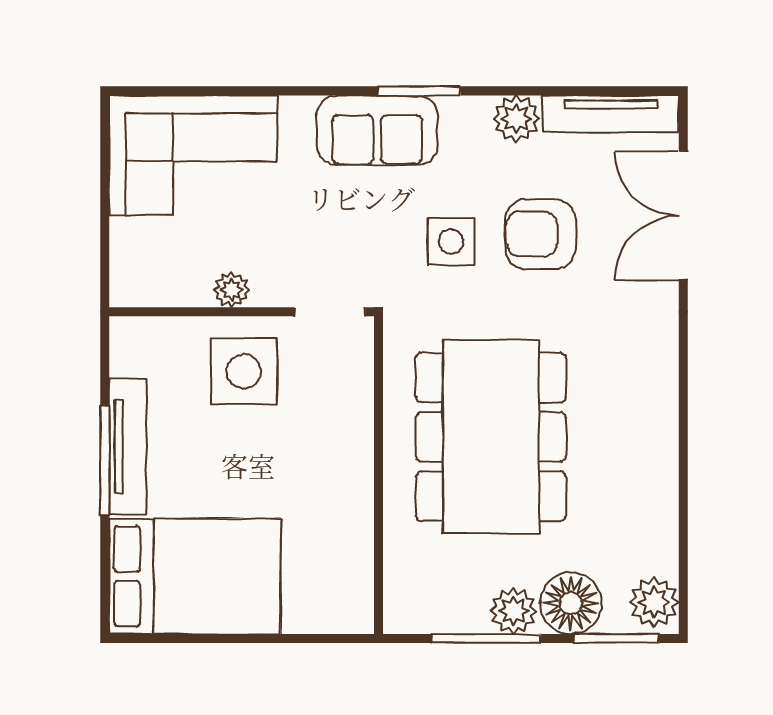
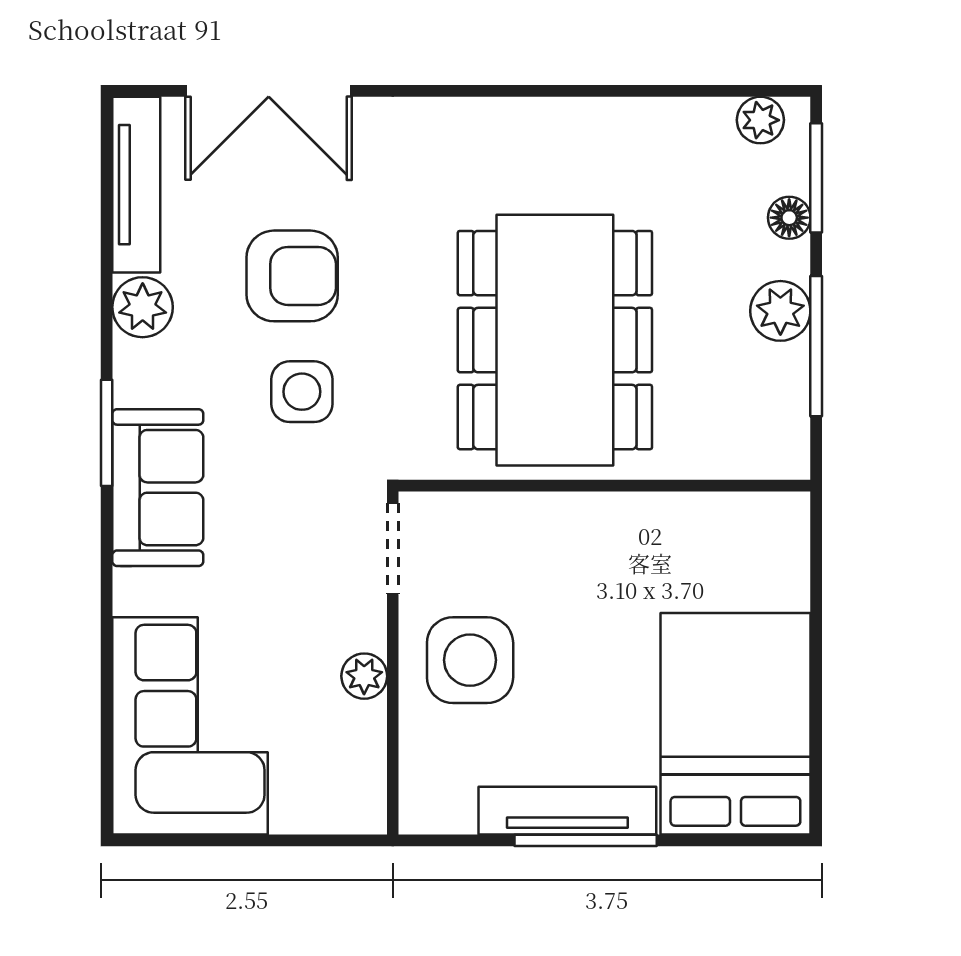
armchair: (540, 234) -> (292, 276), turned -90
dining table: (491, 437) -> (555, 340), turned 90
plant: (654, 602) -> (760, 120), width x0.73, depth x0.73
floor lamp: (571, 603) -> (789, 218), width x0.53, depth x0.53

